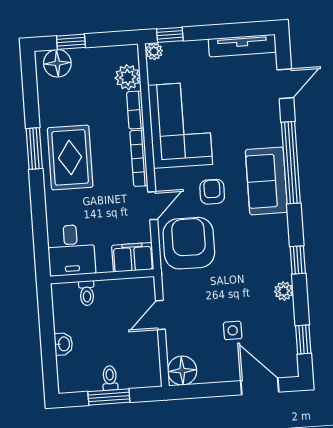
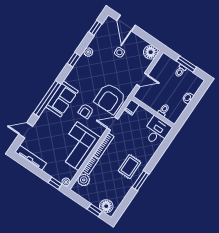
rug: (70, 157) -> (130, 167), width x0.73, depth x0.70
filing cabinet: (133, 257) -> (132, 107), width x0.50

